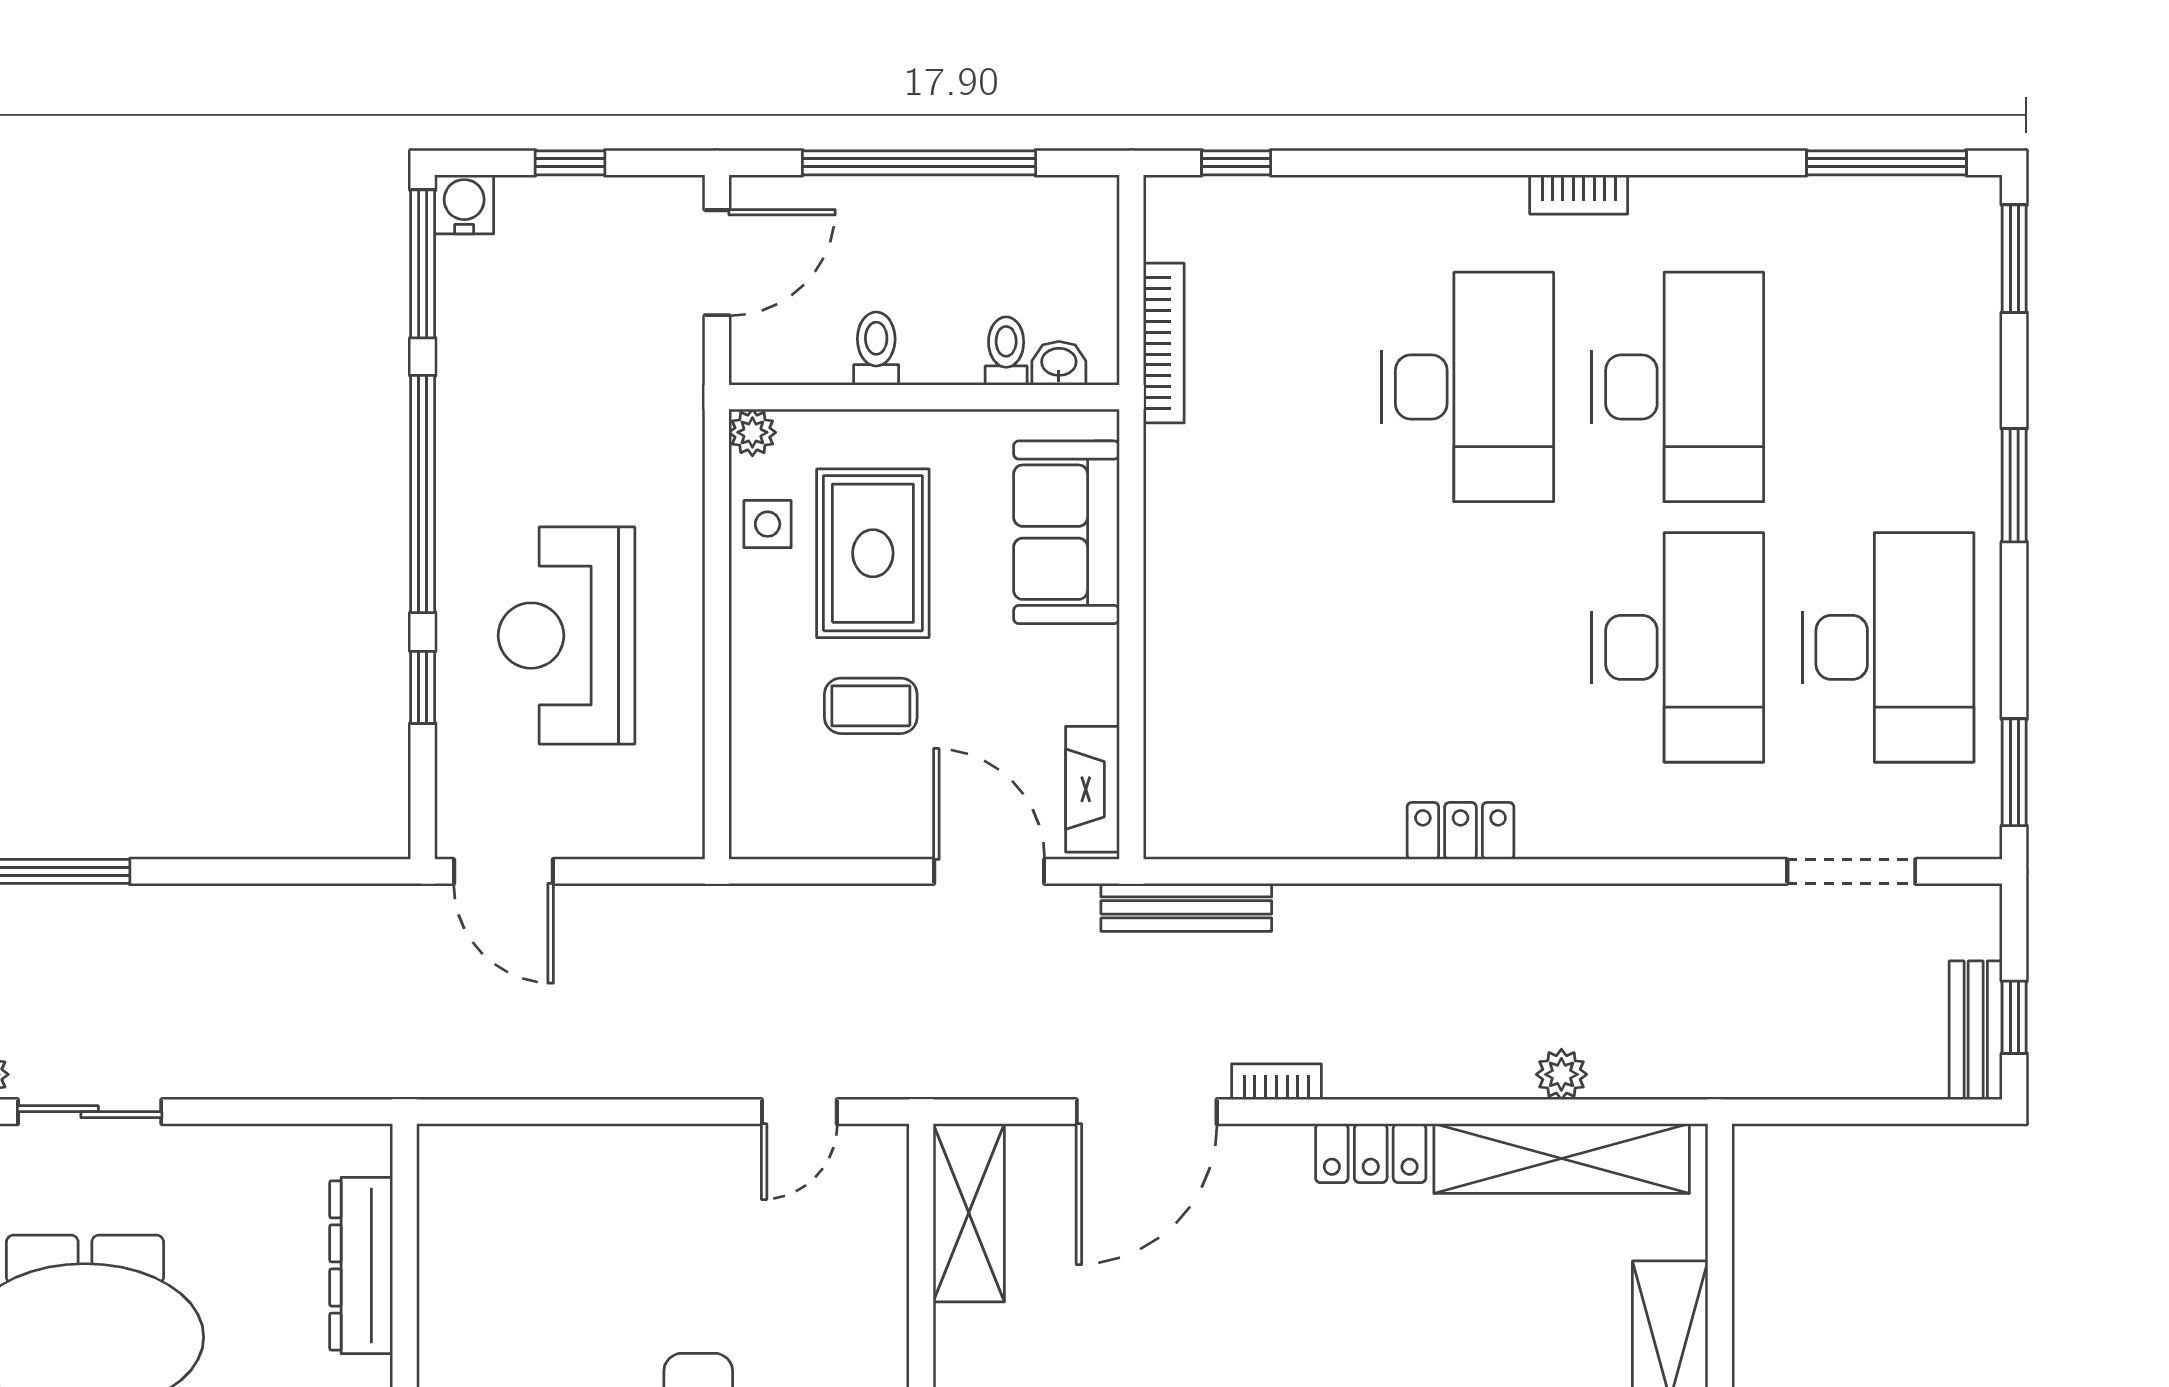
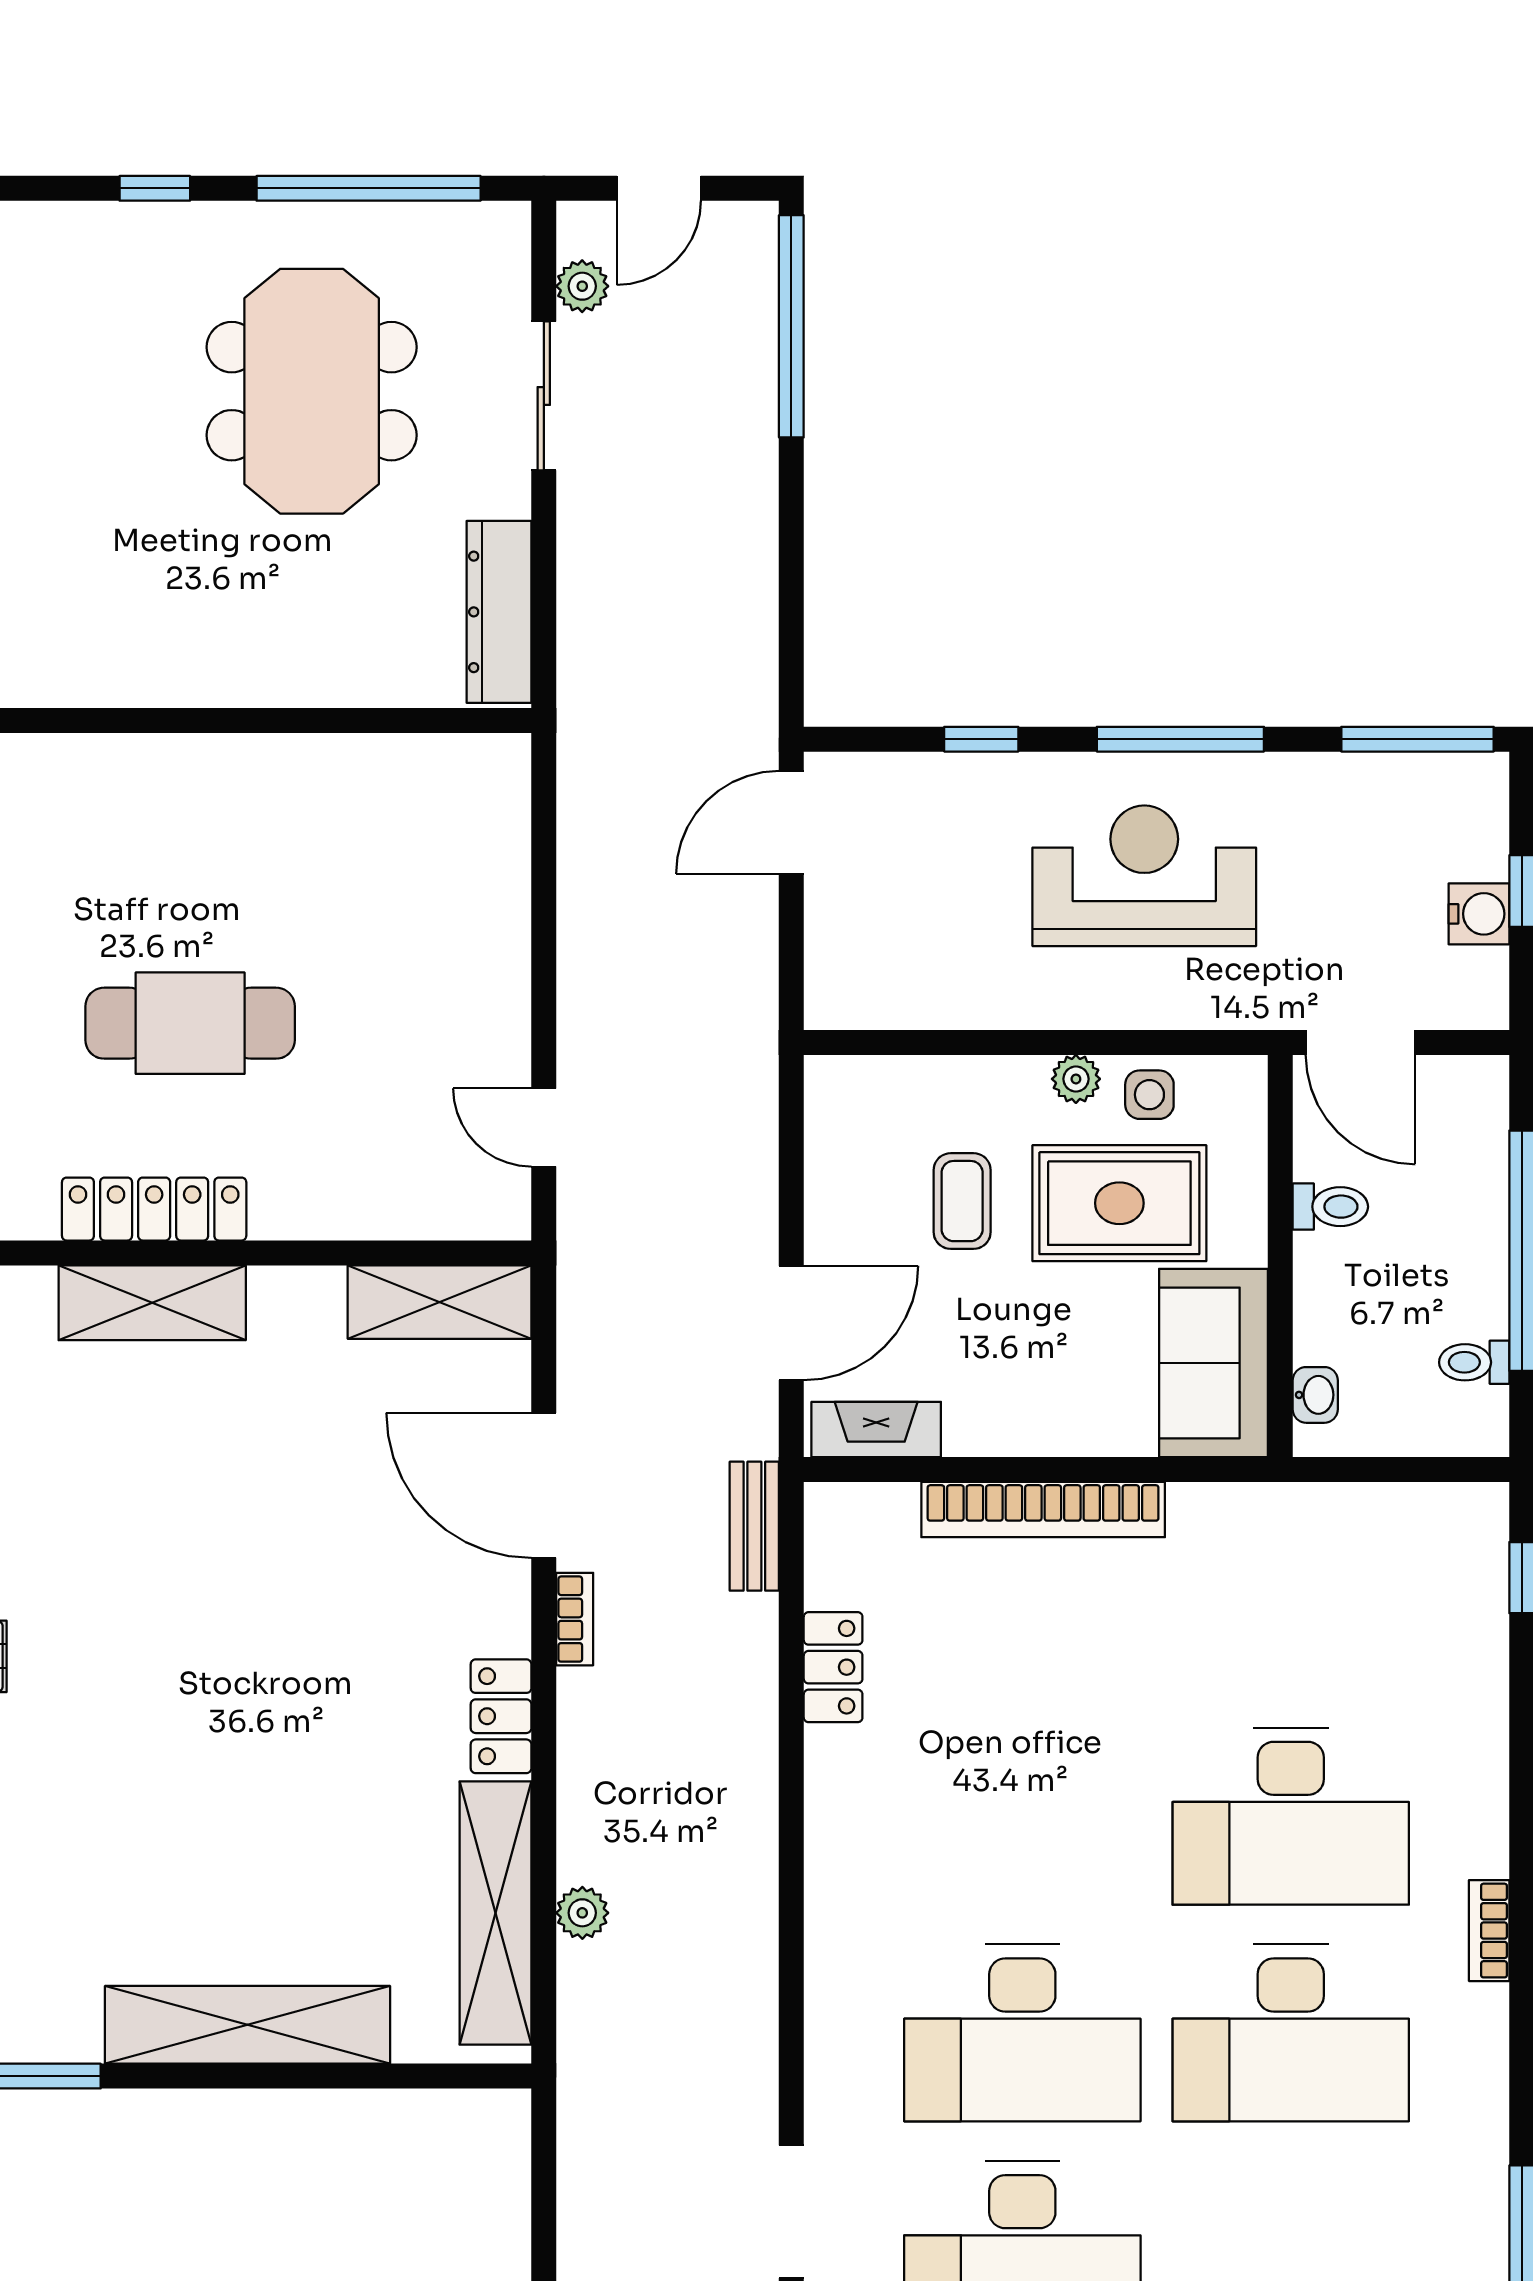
water cooler: (464, 204) -> (1479, 914), moved
door: (717, 263) -> (1360, 1042), moved
bookcase: (1164, 343) -> (1043, 1510), moved, width x1.48, depth x1.31
toilet: (1006, 351) -> (1474, 1362), moved, turned 180
plant: (752, 432) -> (1076, 1079), moved
window: (423, 494) -> (1180, 739), width x0.68
sofa: (1066, 532) -> (1213, 1363), moved, turned -90
reception desk: (567, 636) -> (1144, 876), moved
locker: (1460, 831) -> (833, 1667), moved
bench: (1186, 907) -> (754, 1526), width x0.73
dresser: (361, 1265) -> (499, 612), moved, turned -90

